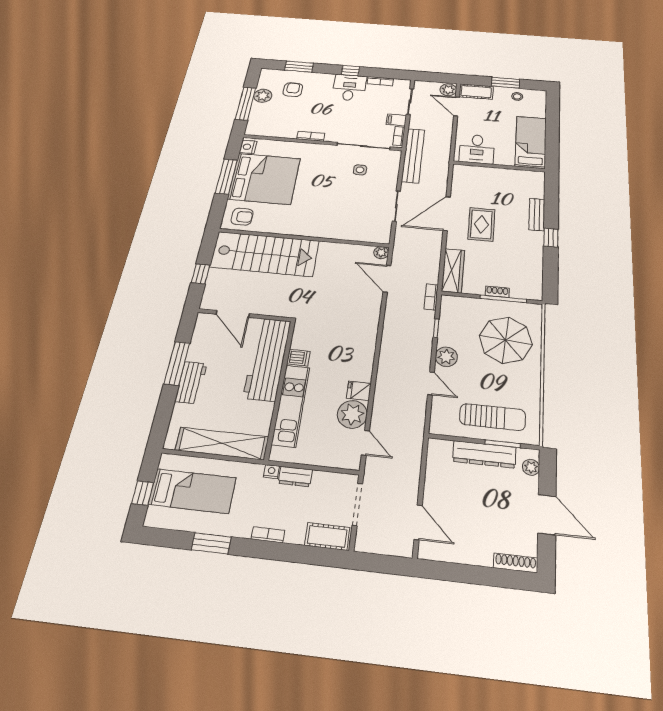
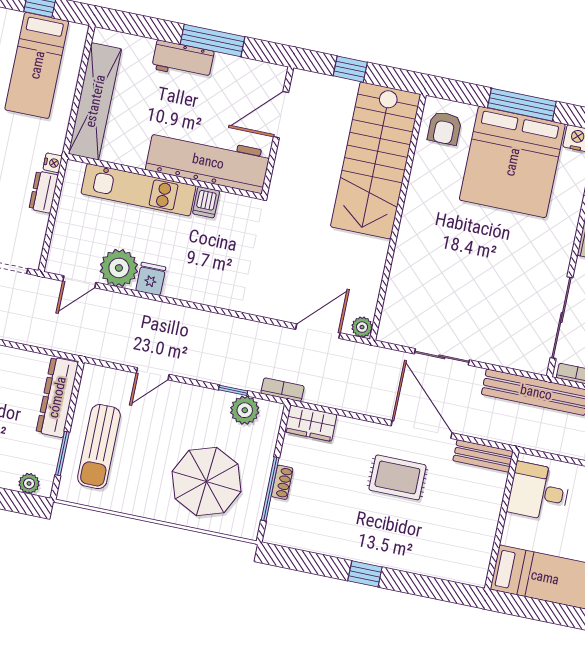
side table: (360, 170) -> (515, 308), removed
bench: (537, 215) -> (483, 456), moved
wardrobe: (453, 271) -> (311, 423), width x0.67
plant: (446, 357) -> (245, 410), moved
dresser: (484, 454) -> (57, 397), moved

